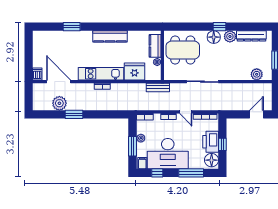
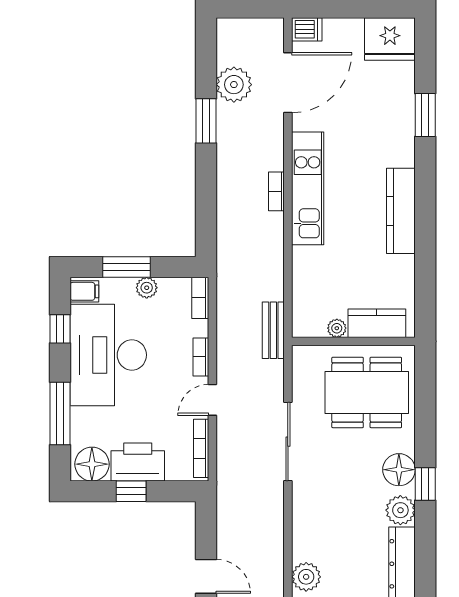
dining table: (183, 50) -> (367, 392), turned 90
fridge: (135, 71) -> (390, 39), moved, turned 90

